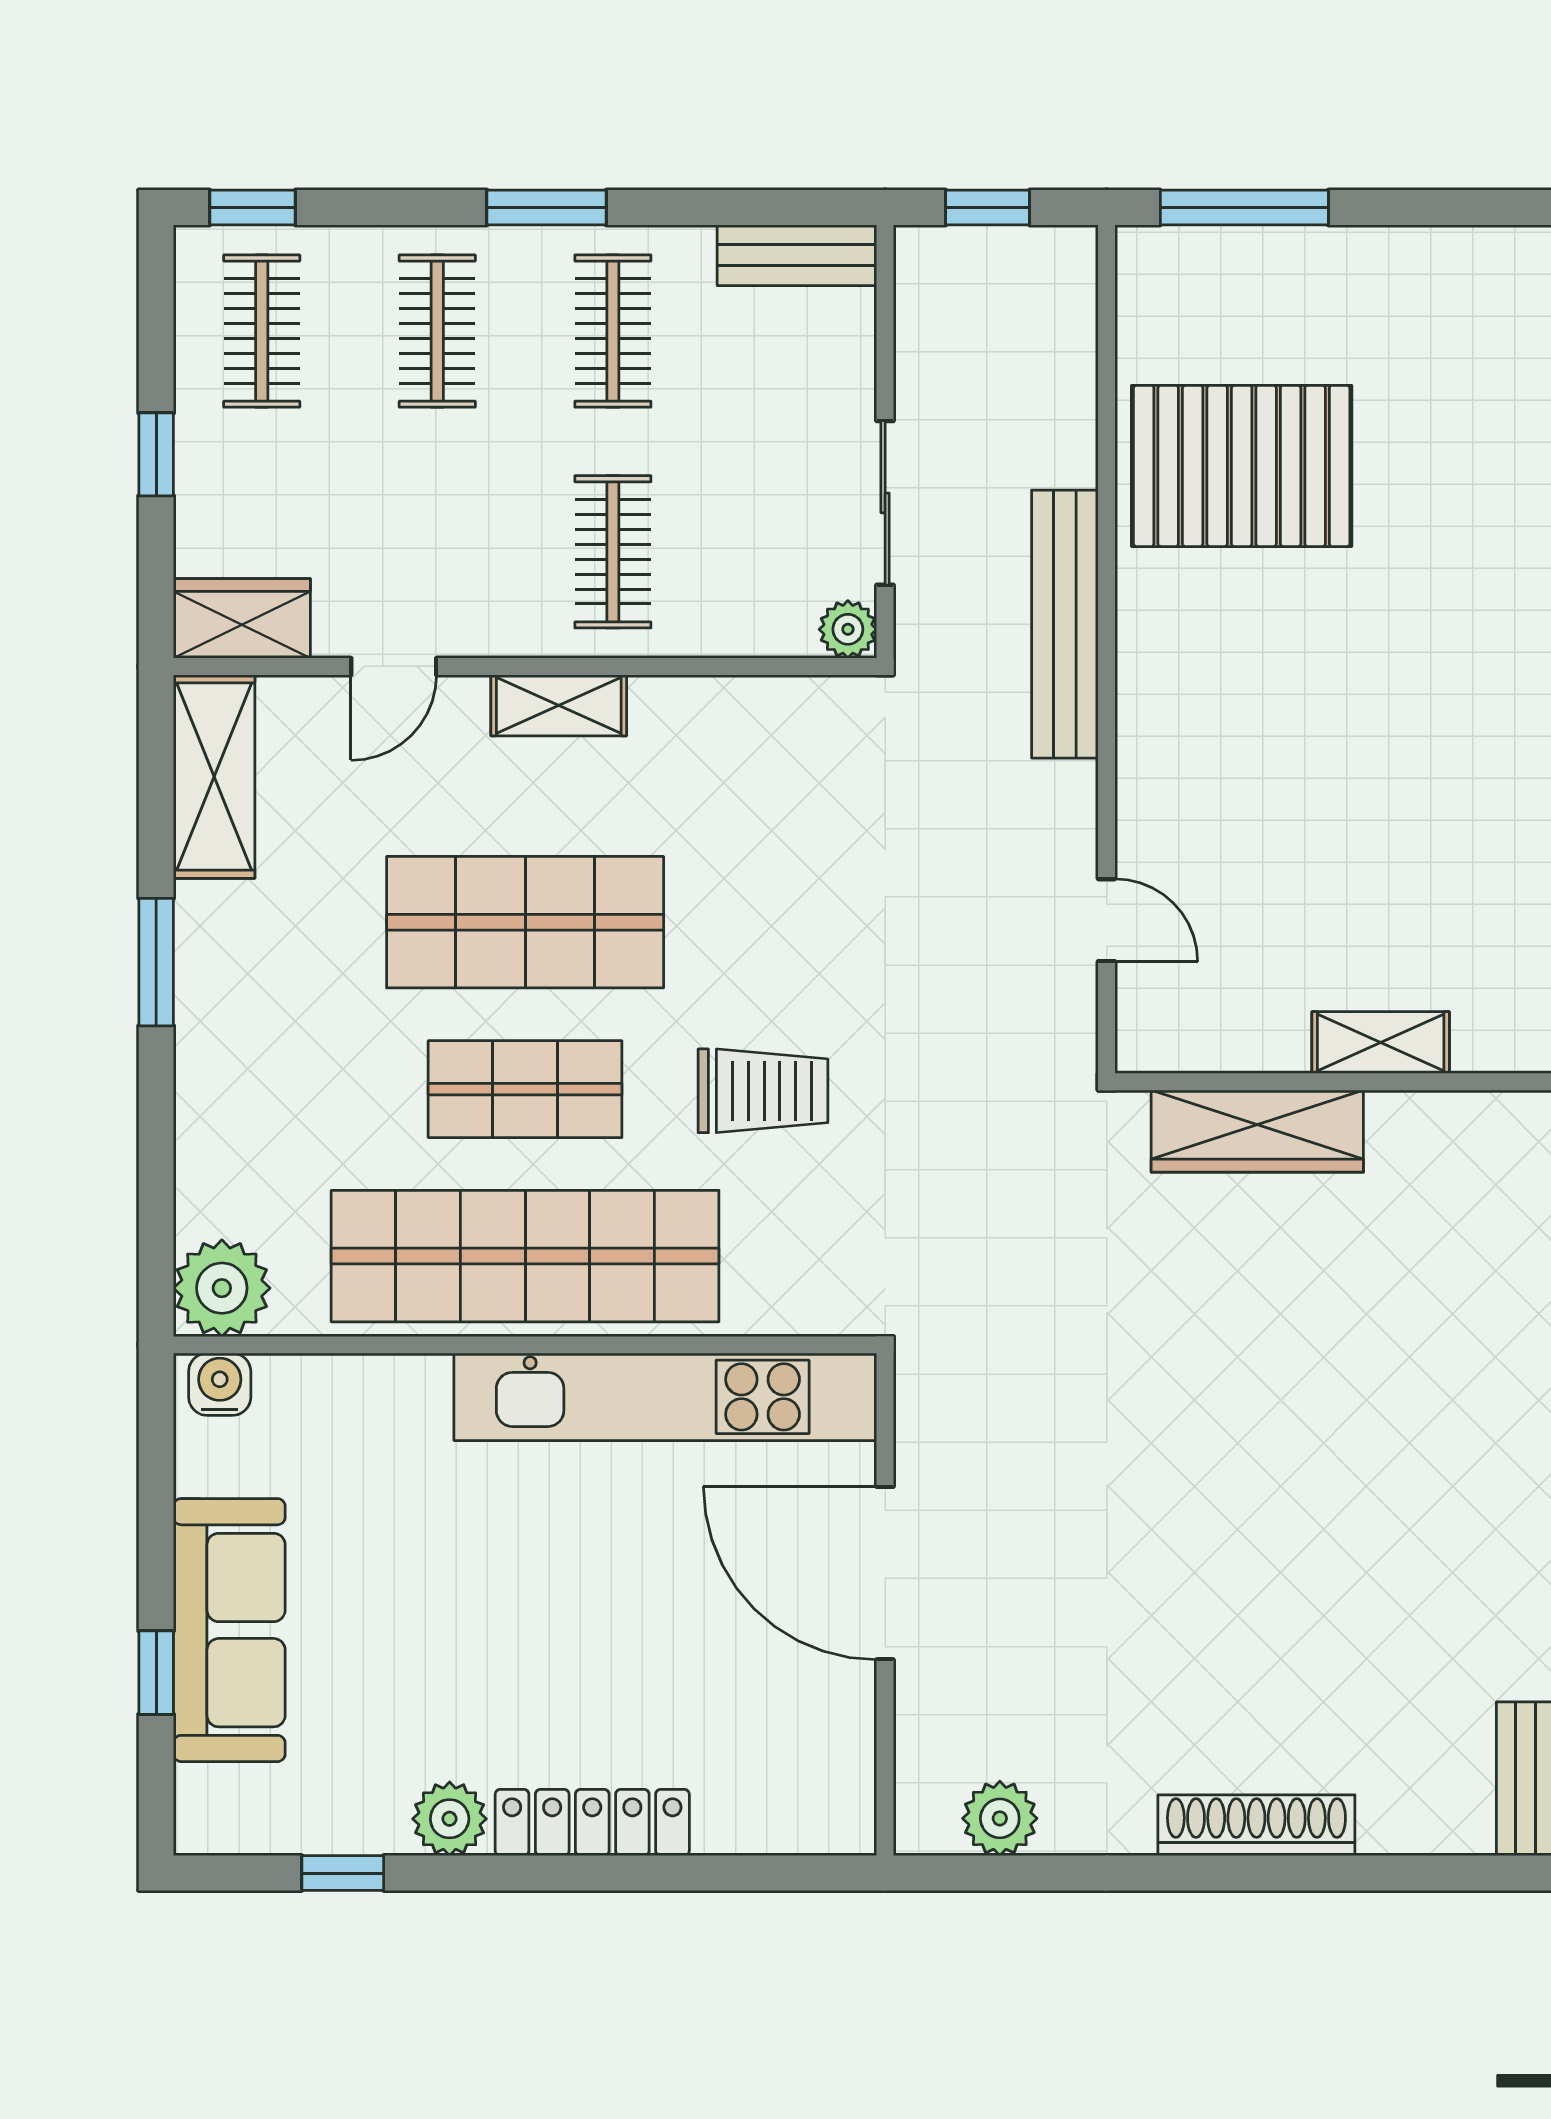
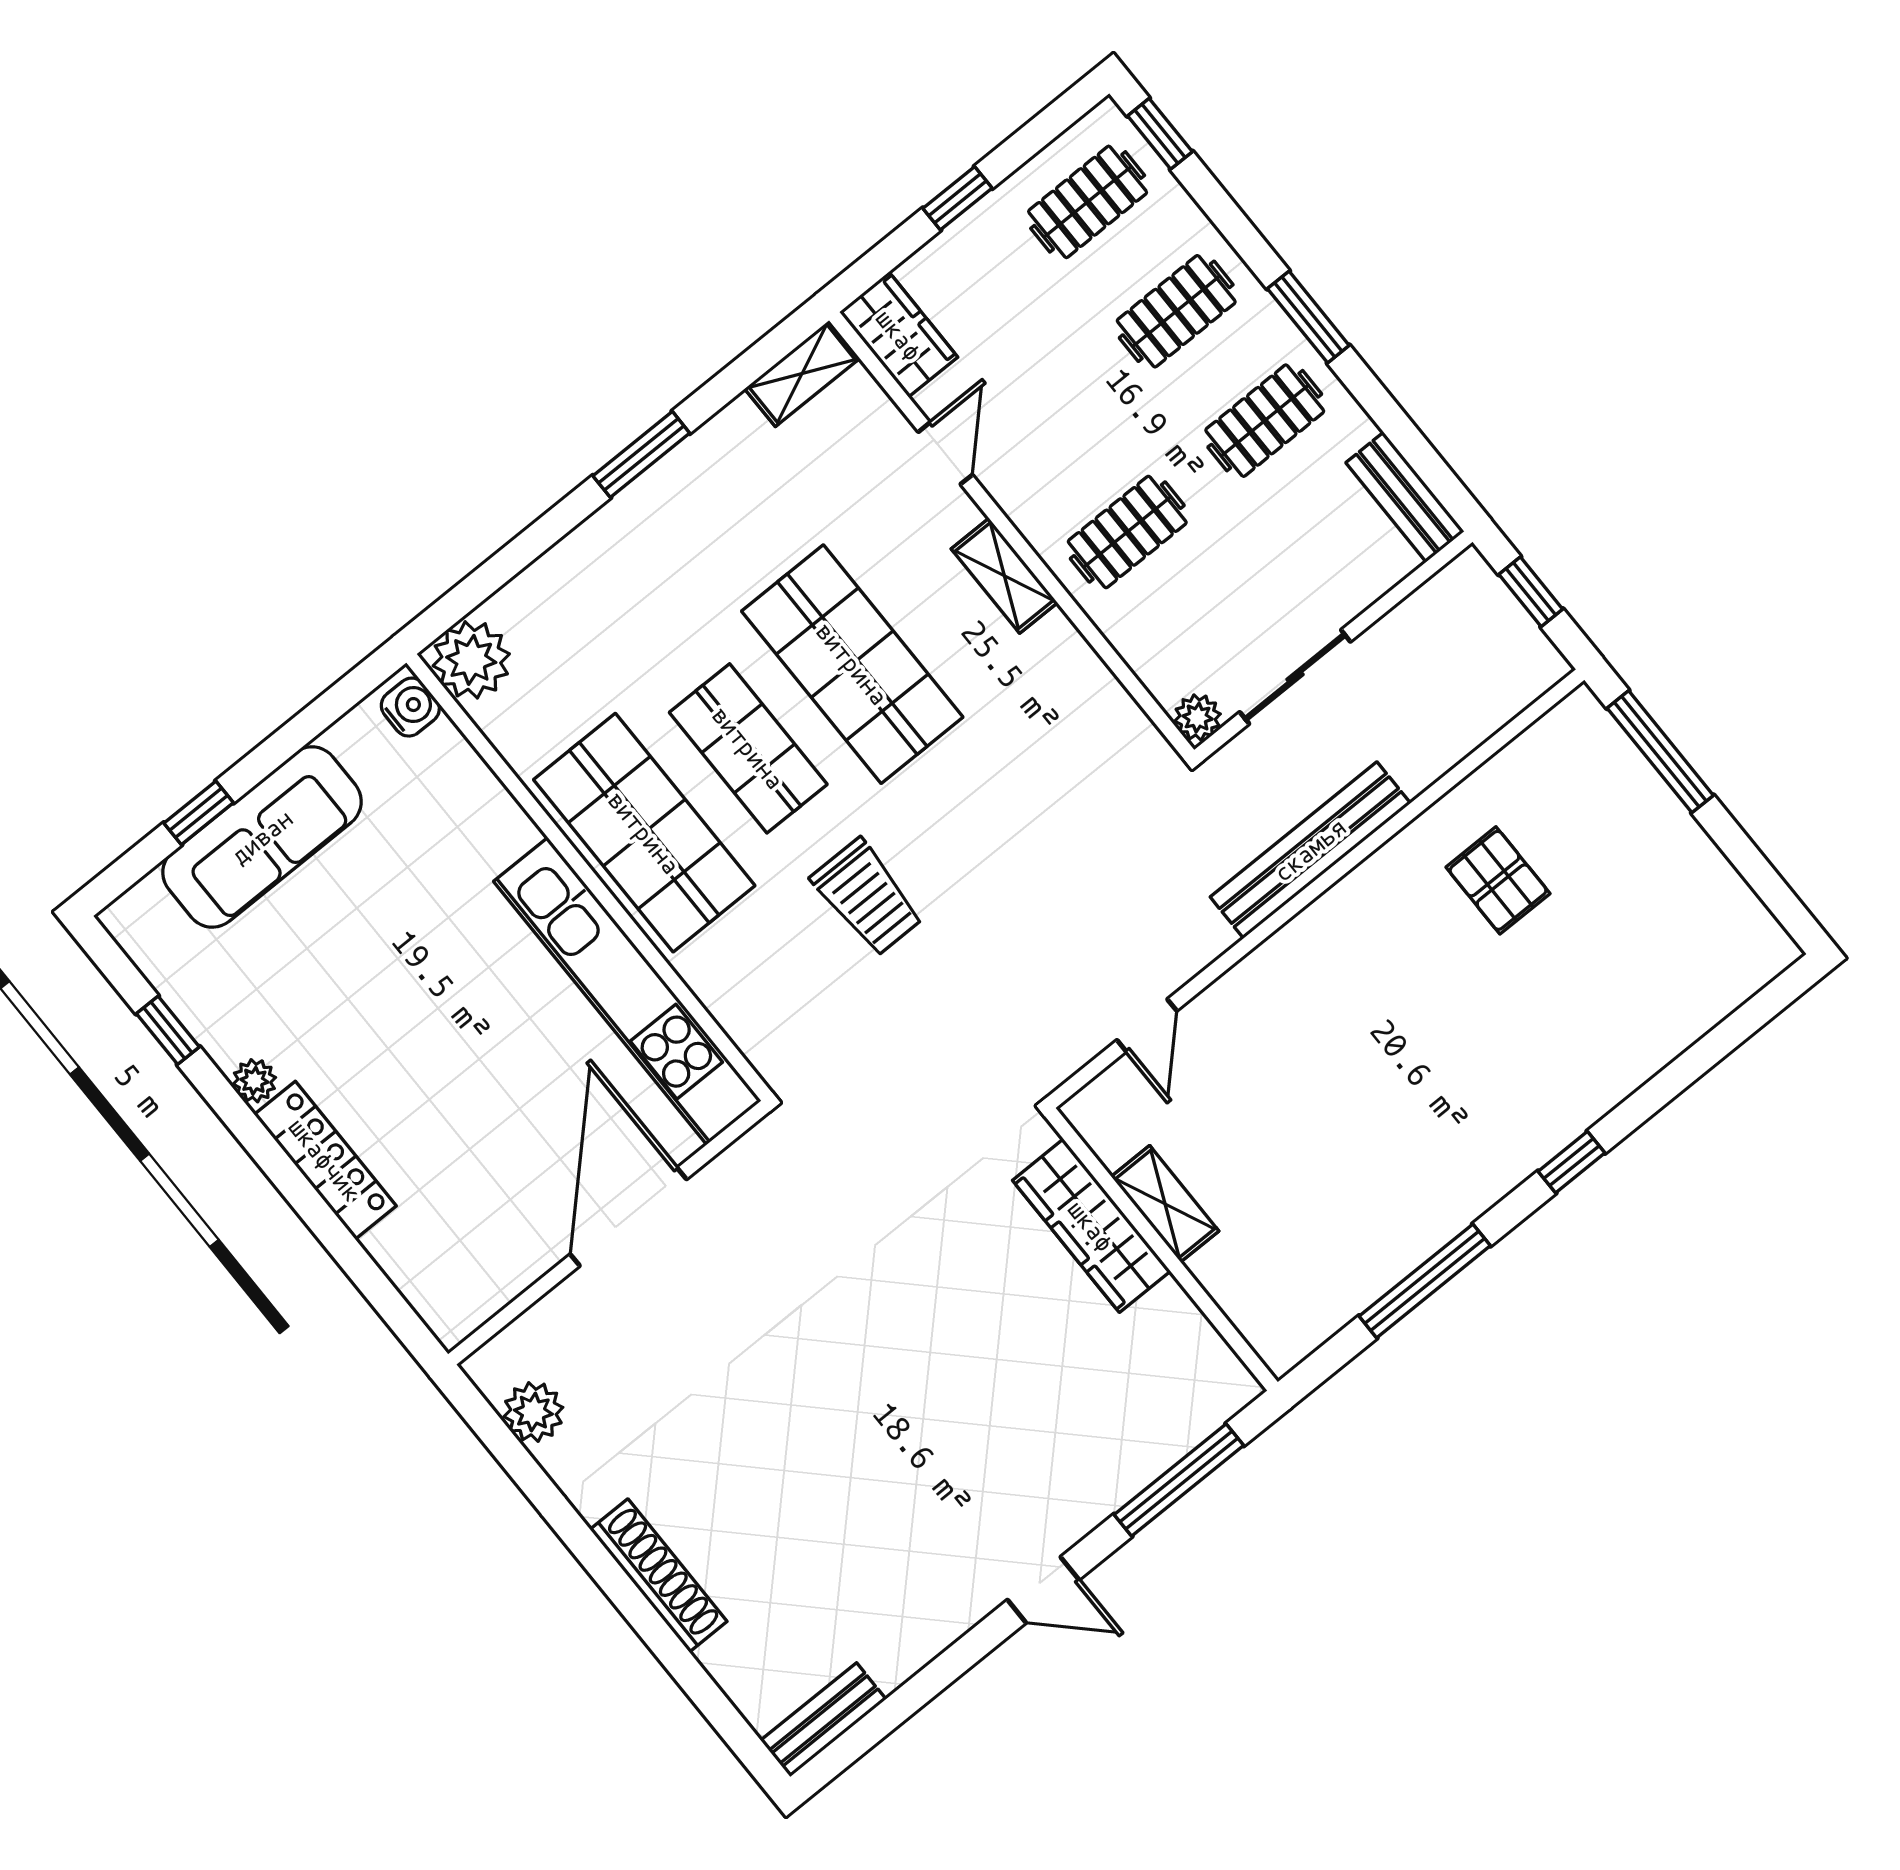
pallet: (1242, 466) -> (1498, 880), width x0.49, depth x0.50
door: (394, 666) -> (945, 453), swing flipped
shelving: (214, 777) -> (802, 373), width x0.67, depth x0.75
shelving: (1381, 1043) -> (1165, 1204), moved
shop shelf: (525, 1256) -> (644, 833), width x0.71
plant: (450, 1819) -> (254, 1081), width x0.73, depth x0.73

